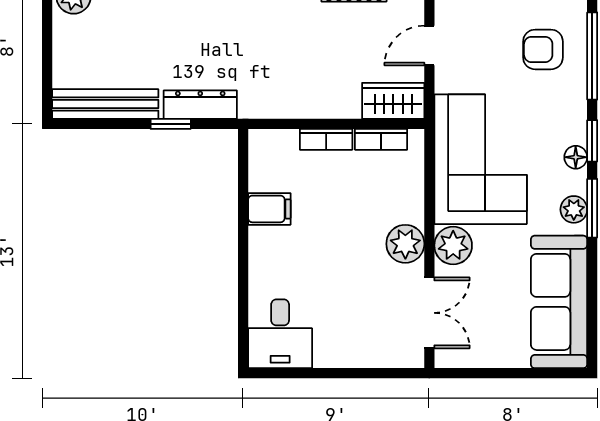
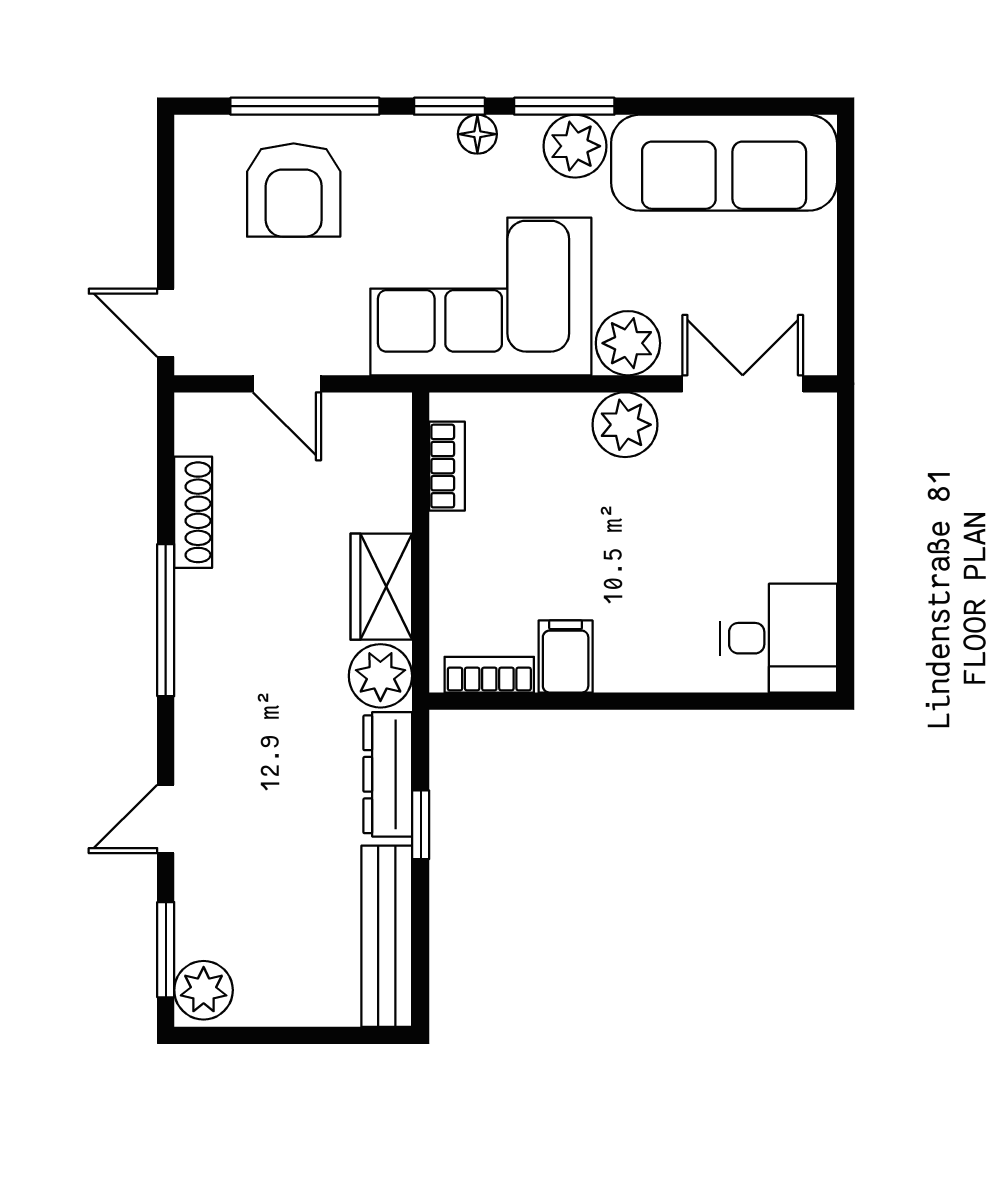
armchair: (543, 49) -> (294, 190), width x1.38, depth x1.38
plant: (258, 100) -> (380, 676), added
wardrobe: (393, 101) -> (381, 587), moved
bookcase: (326, 139) -> (489, 675), moved, turned -90
plant: (574, 209) -> (575, 146), width x1.38, depth x1.38

